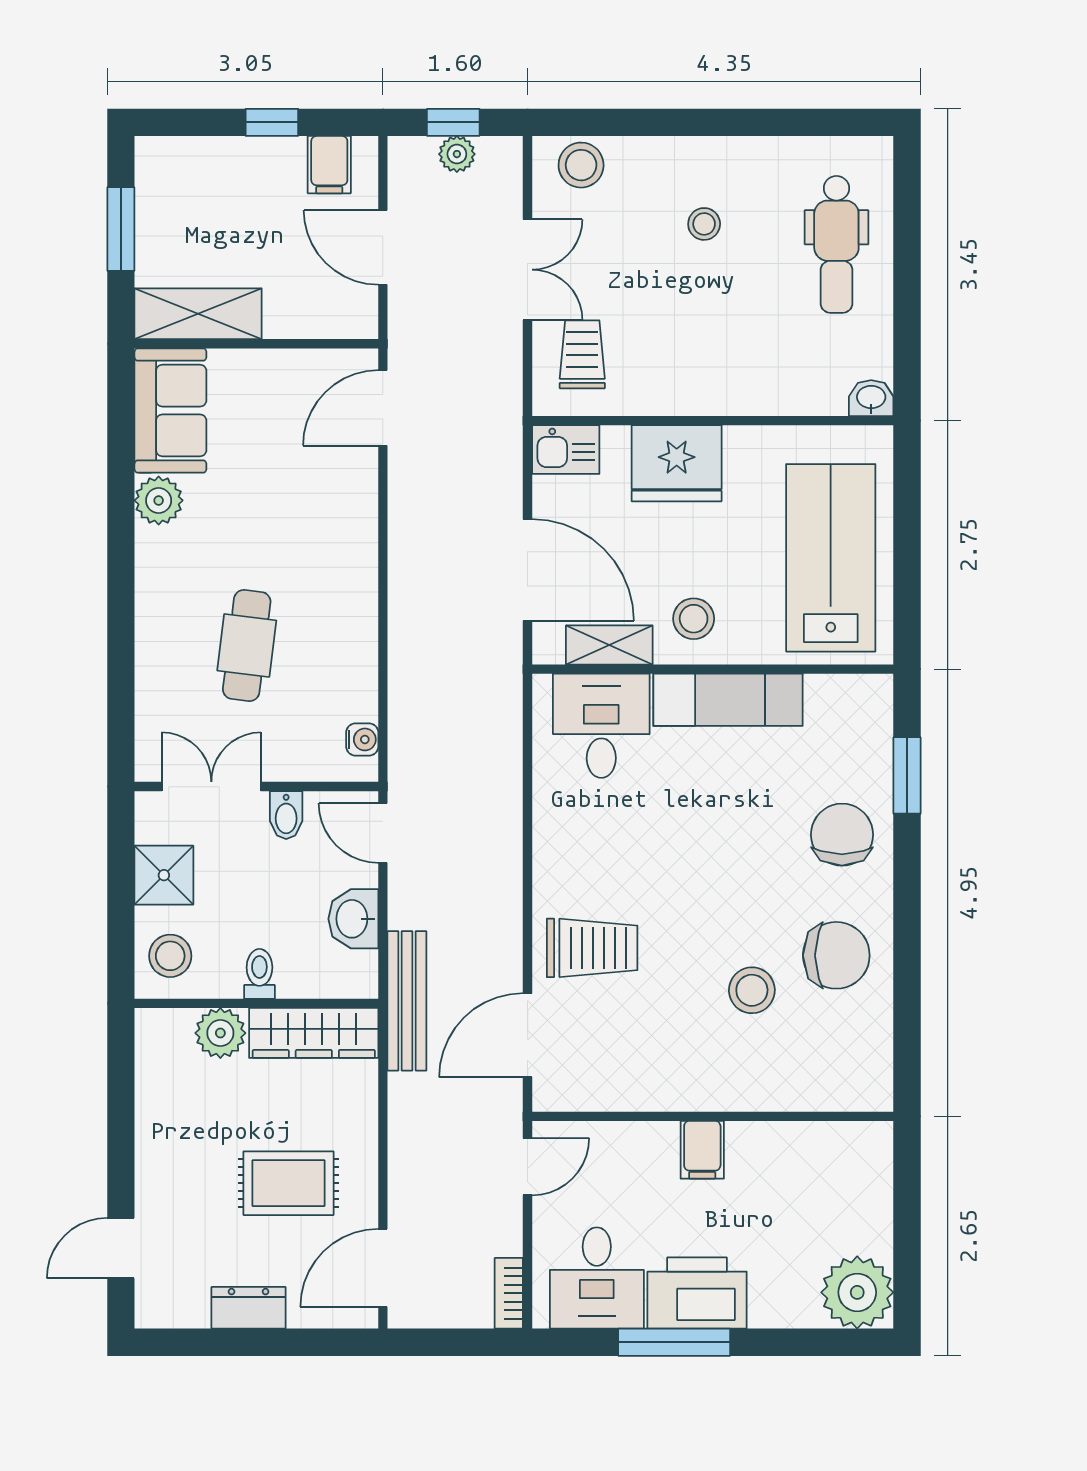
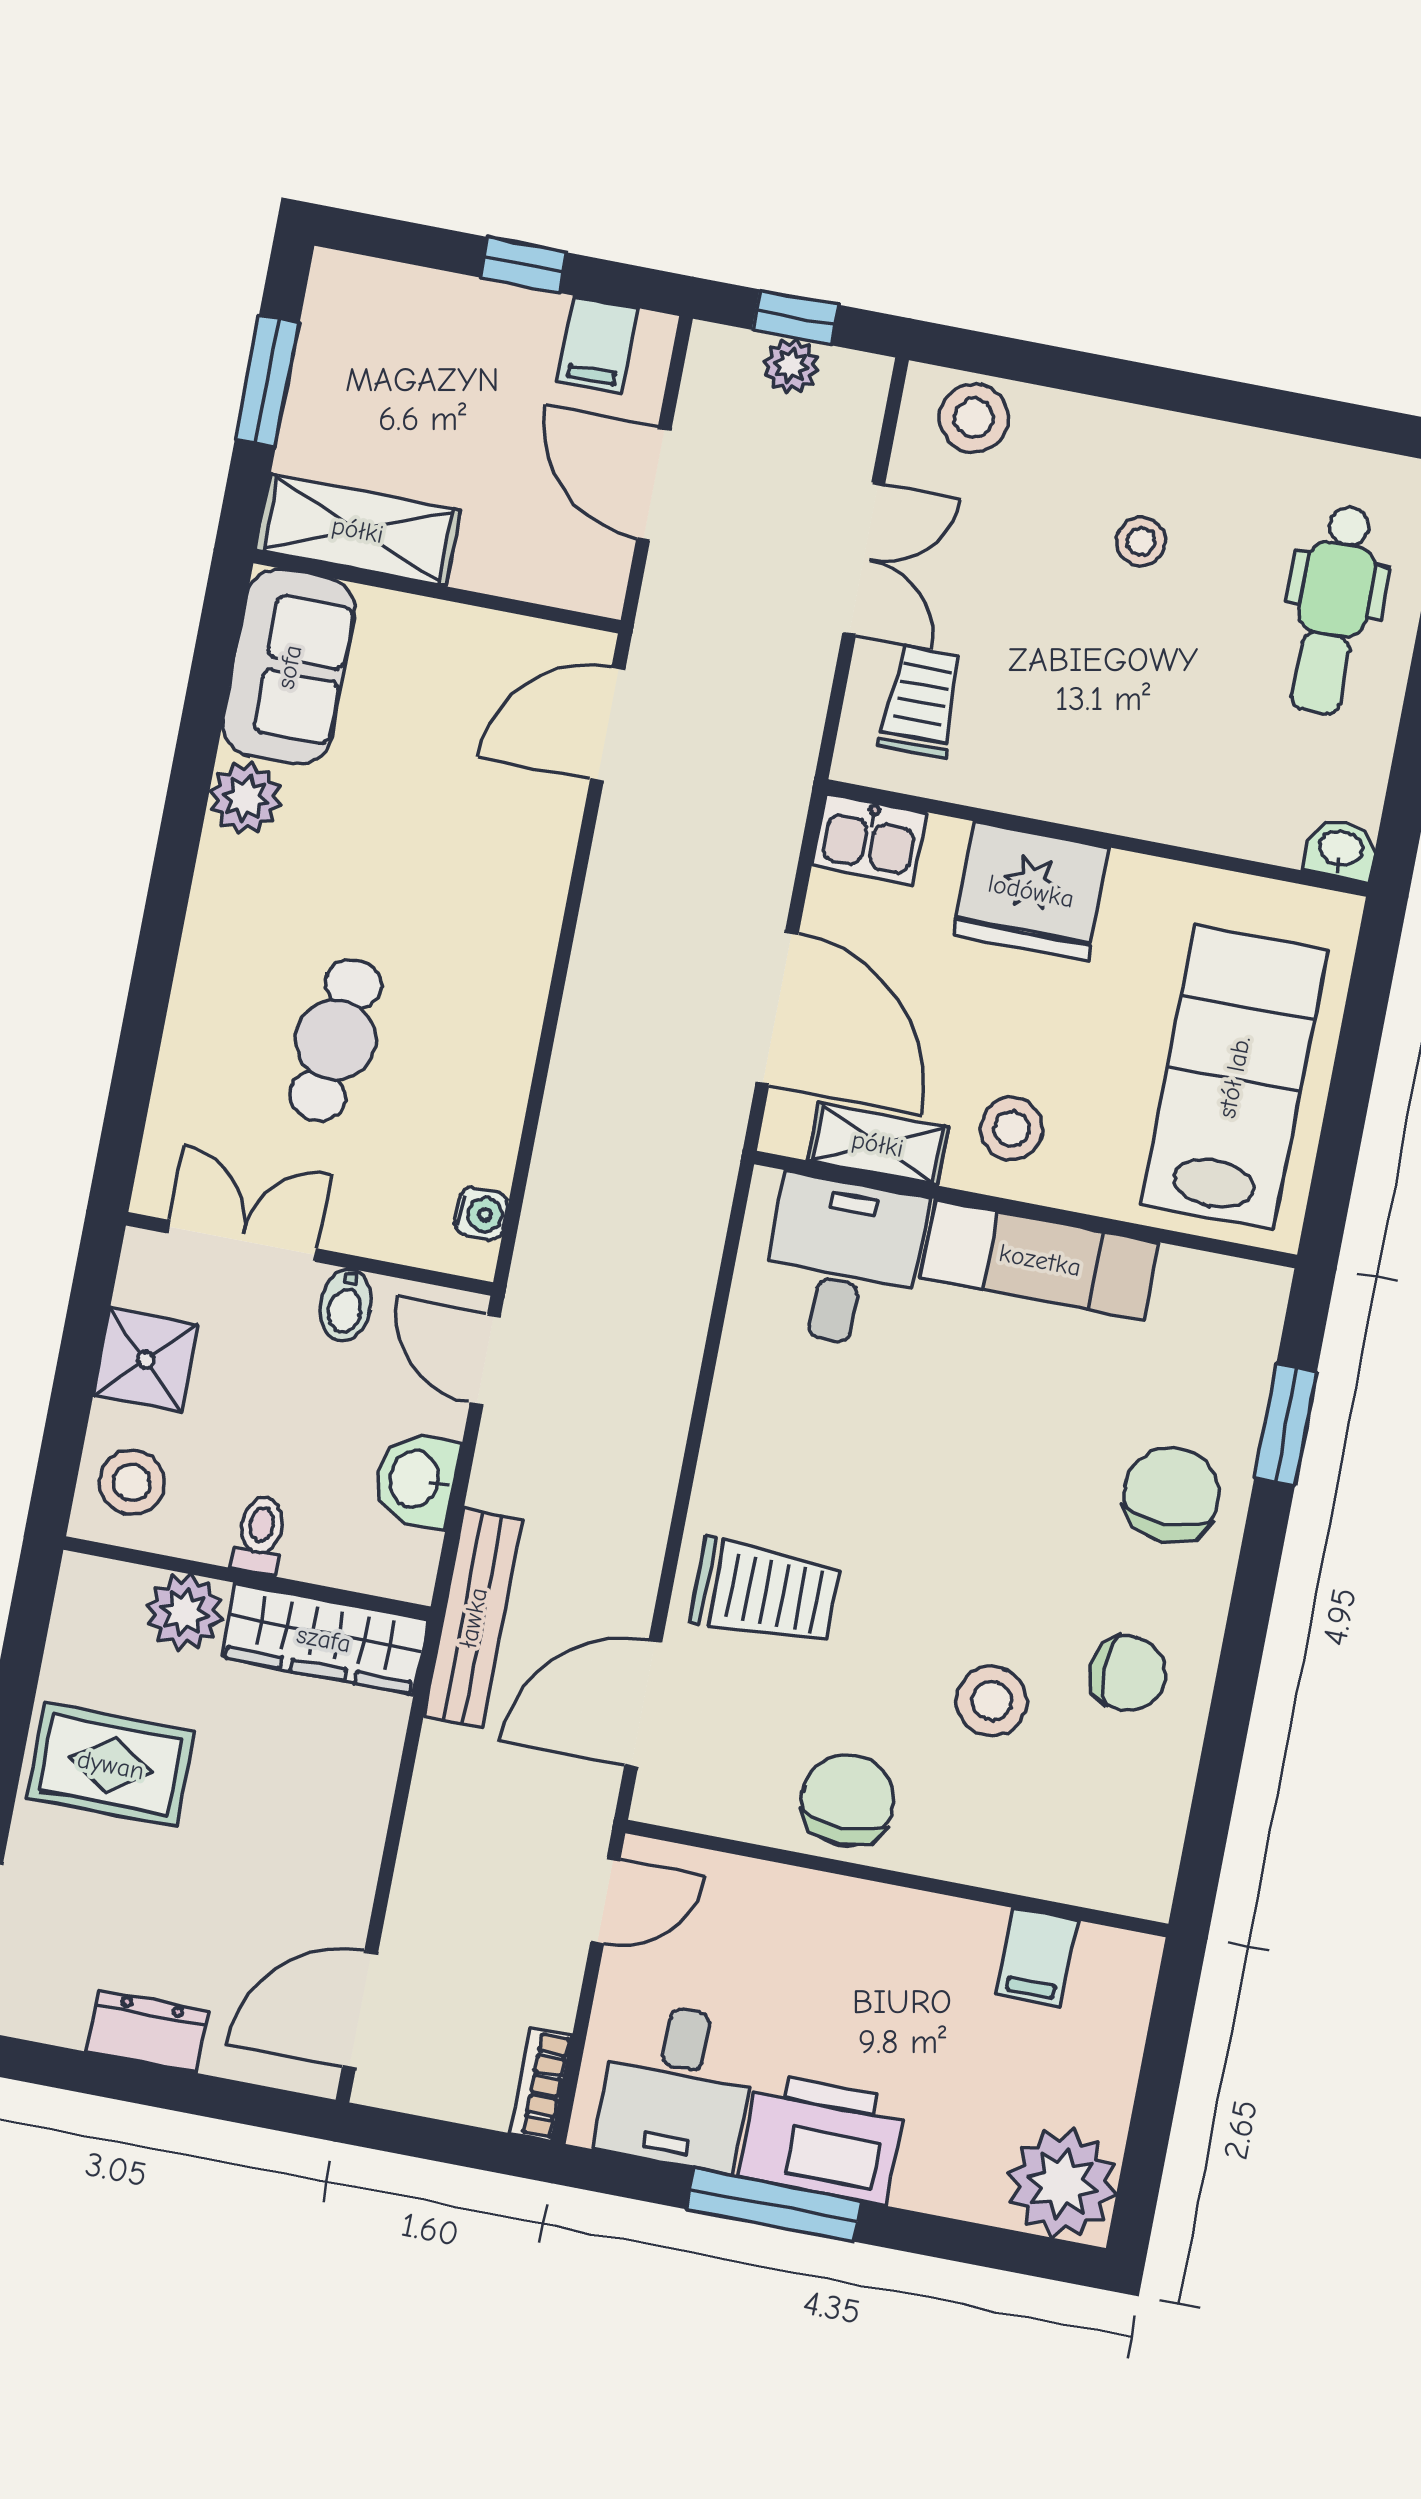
chair: (836, 955) -> (1128, 1673), width x0.73, depth x0.73
chair: (671, 1072) -> (848, 1800), added
filing cabinet: (702, 1150) -> (1037, 1957), moved
rug: (288, 1183) -> (111, 1765), moved

